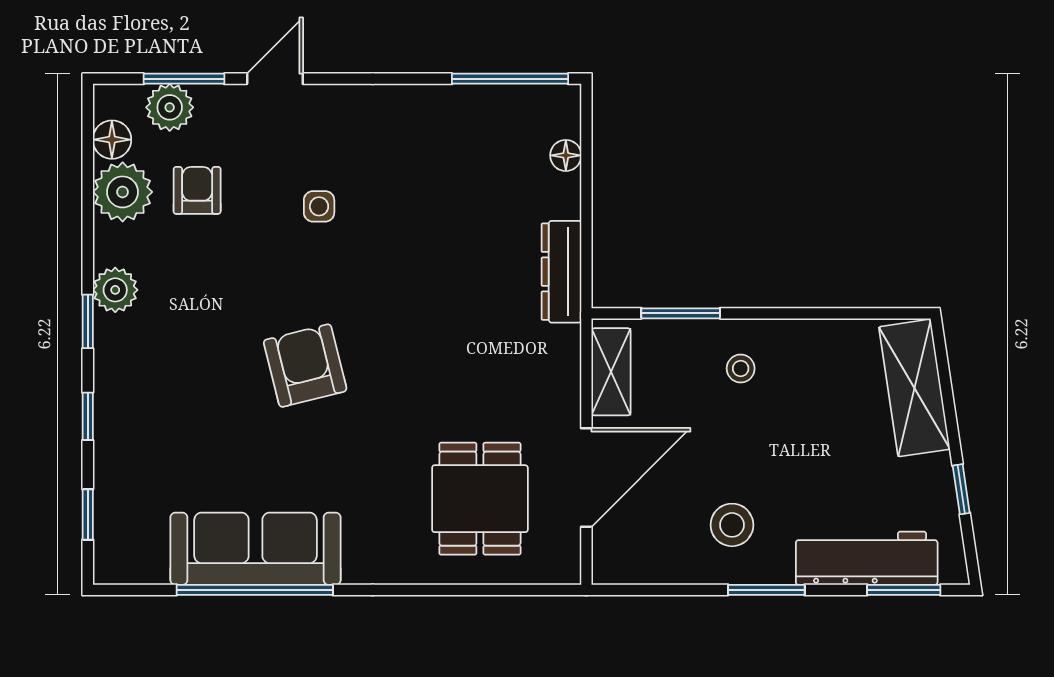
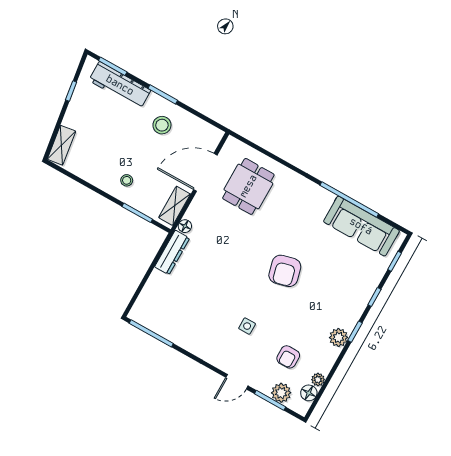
floor lamp: (566, 155) -> (185, 226), moved
plant: (123, 192) -> (318, 380), width x0.53, depth x0.53
shelving: (914, 388) -> (61, 145), width x0.67, depth x0.75
sofa: (256, 549) -> (361, 226), moved

